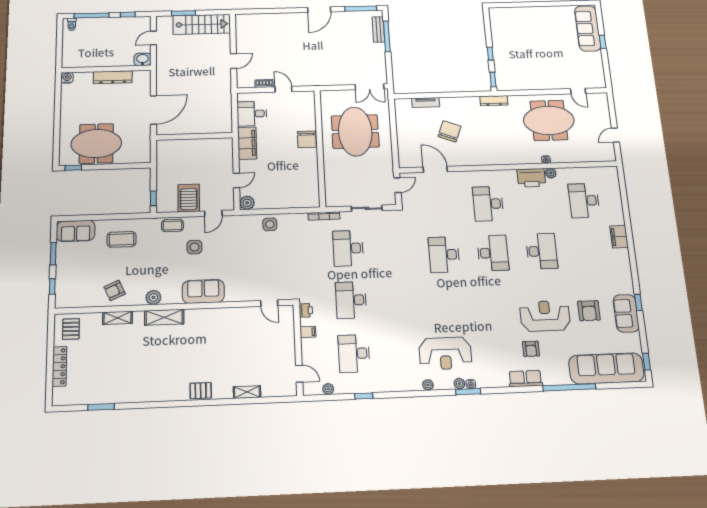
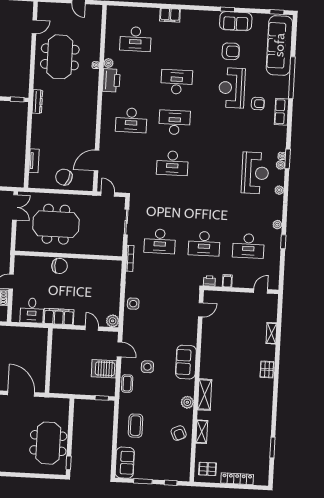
chair: (450, 131) -> (64, 177), moved
plant: (328, 389) -> (277, 225), moved

